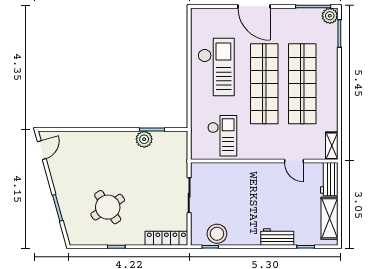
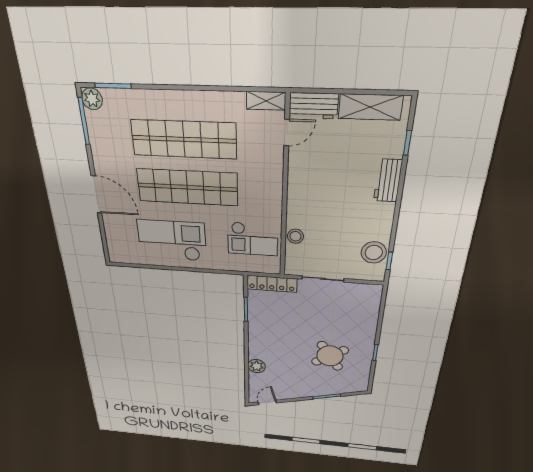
door: (254, 6) -> (96, 195), hinge flipped
checkout: (222, 136) -> (253, 239), turned 180
plant: (144, 139) -> (257, 366), moved
door: (42, 150) -> (267, 402), hinge flipped
door: (294, 161) -> (287, 133), moved
stool: (227, 171) -> (295, 236), added
locker: (166, 238) -> (272, 284), moved, turned -90

